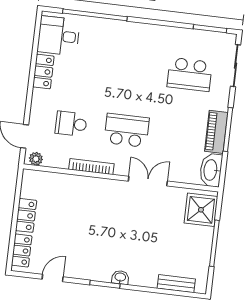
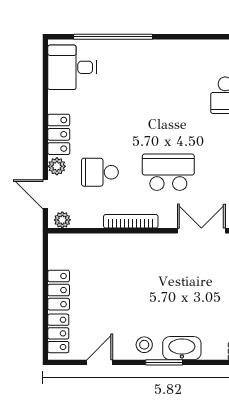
locker: (43, 72) -> (59, 134), moved
plant: (37, 115) -> (57, 166), added
stool: (90, 268) -> (144, 345), added
washbasin: (120, 277) -> (182, 348), width x1.91, depth x1.45

